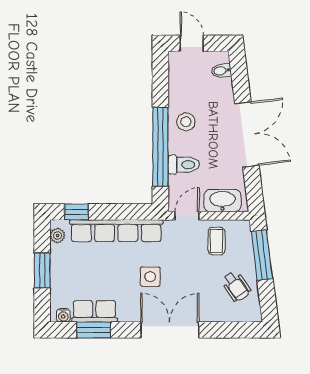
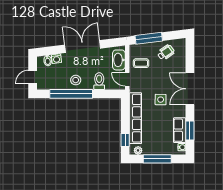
washing machine: (225, 87) -> (56, 59), added
window: (160, 147) -> (71, 94), moved
window: (42, 270) -> (157, 159), width x1.44

